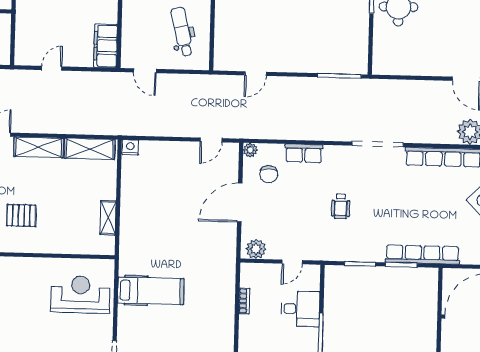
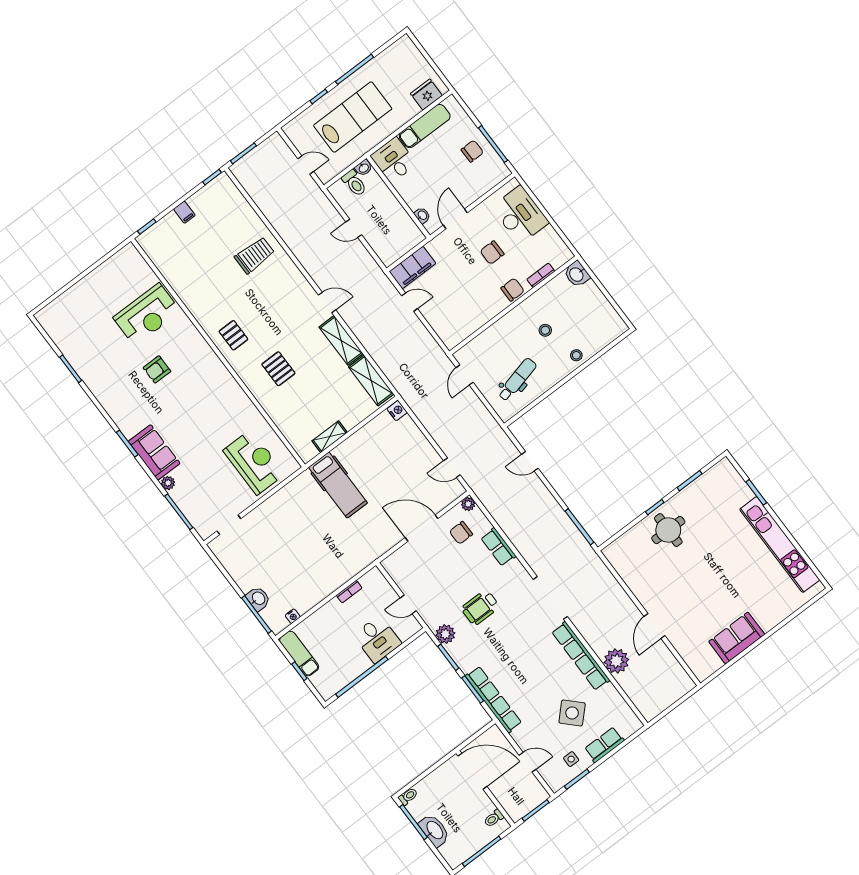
filing cabinet: (106, 46) -> (413, 268), moved, turned 180
wheelchair: (341, 206) -> (480, 608), width x1.36, depth x1.37
plant: (256, 249) -> (445, 634), moved
hospital bed: (151, 291) -> (338, 485), moved

